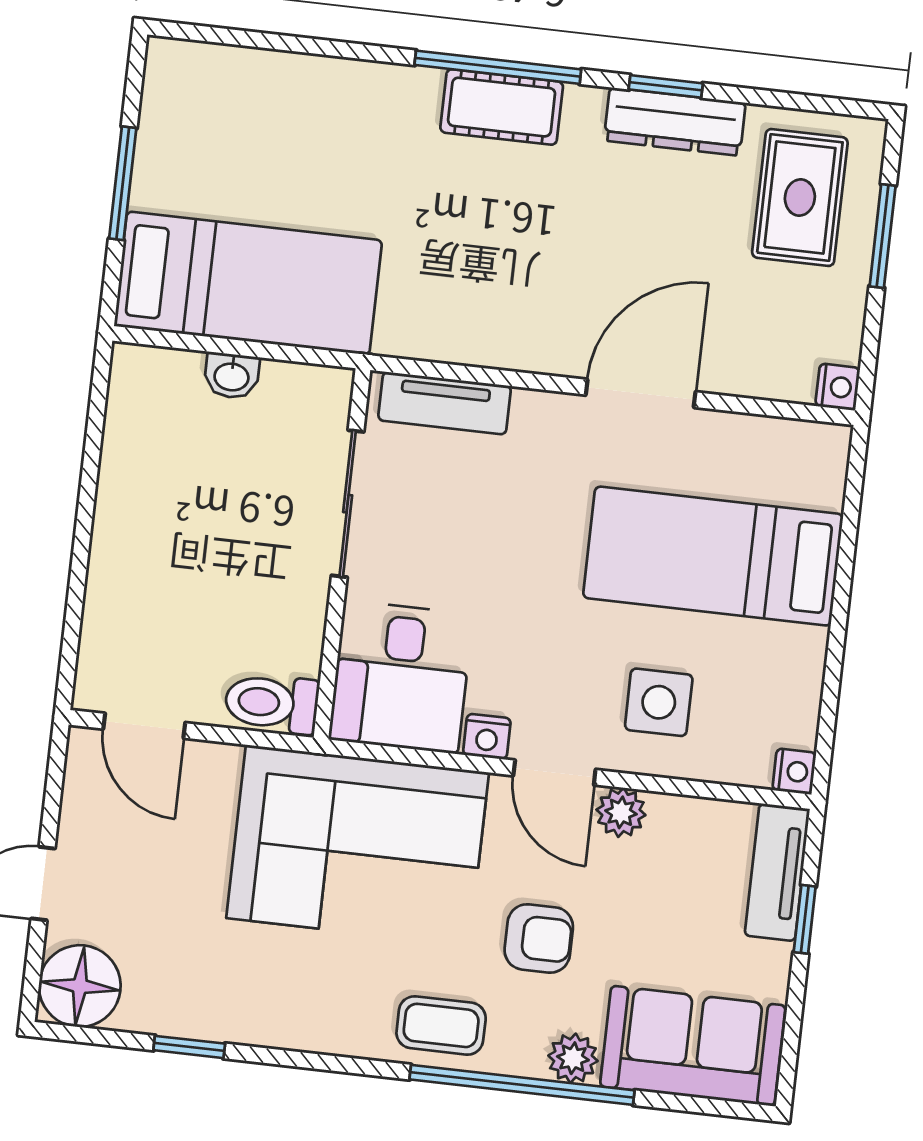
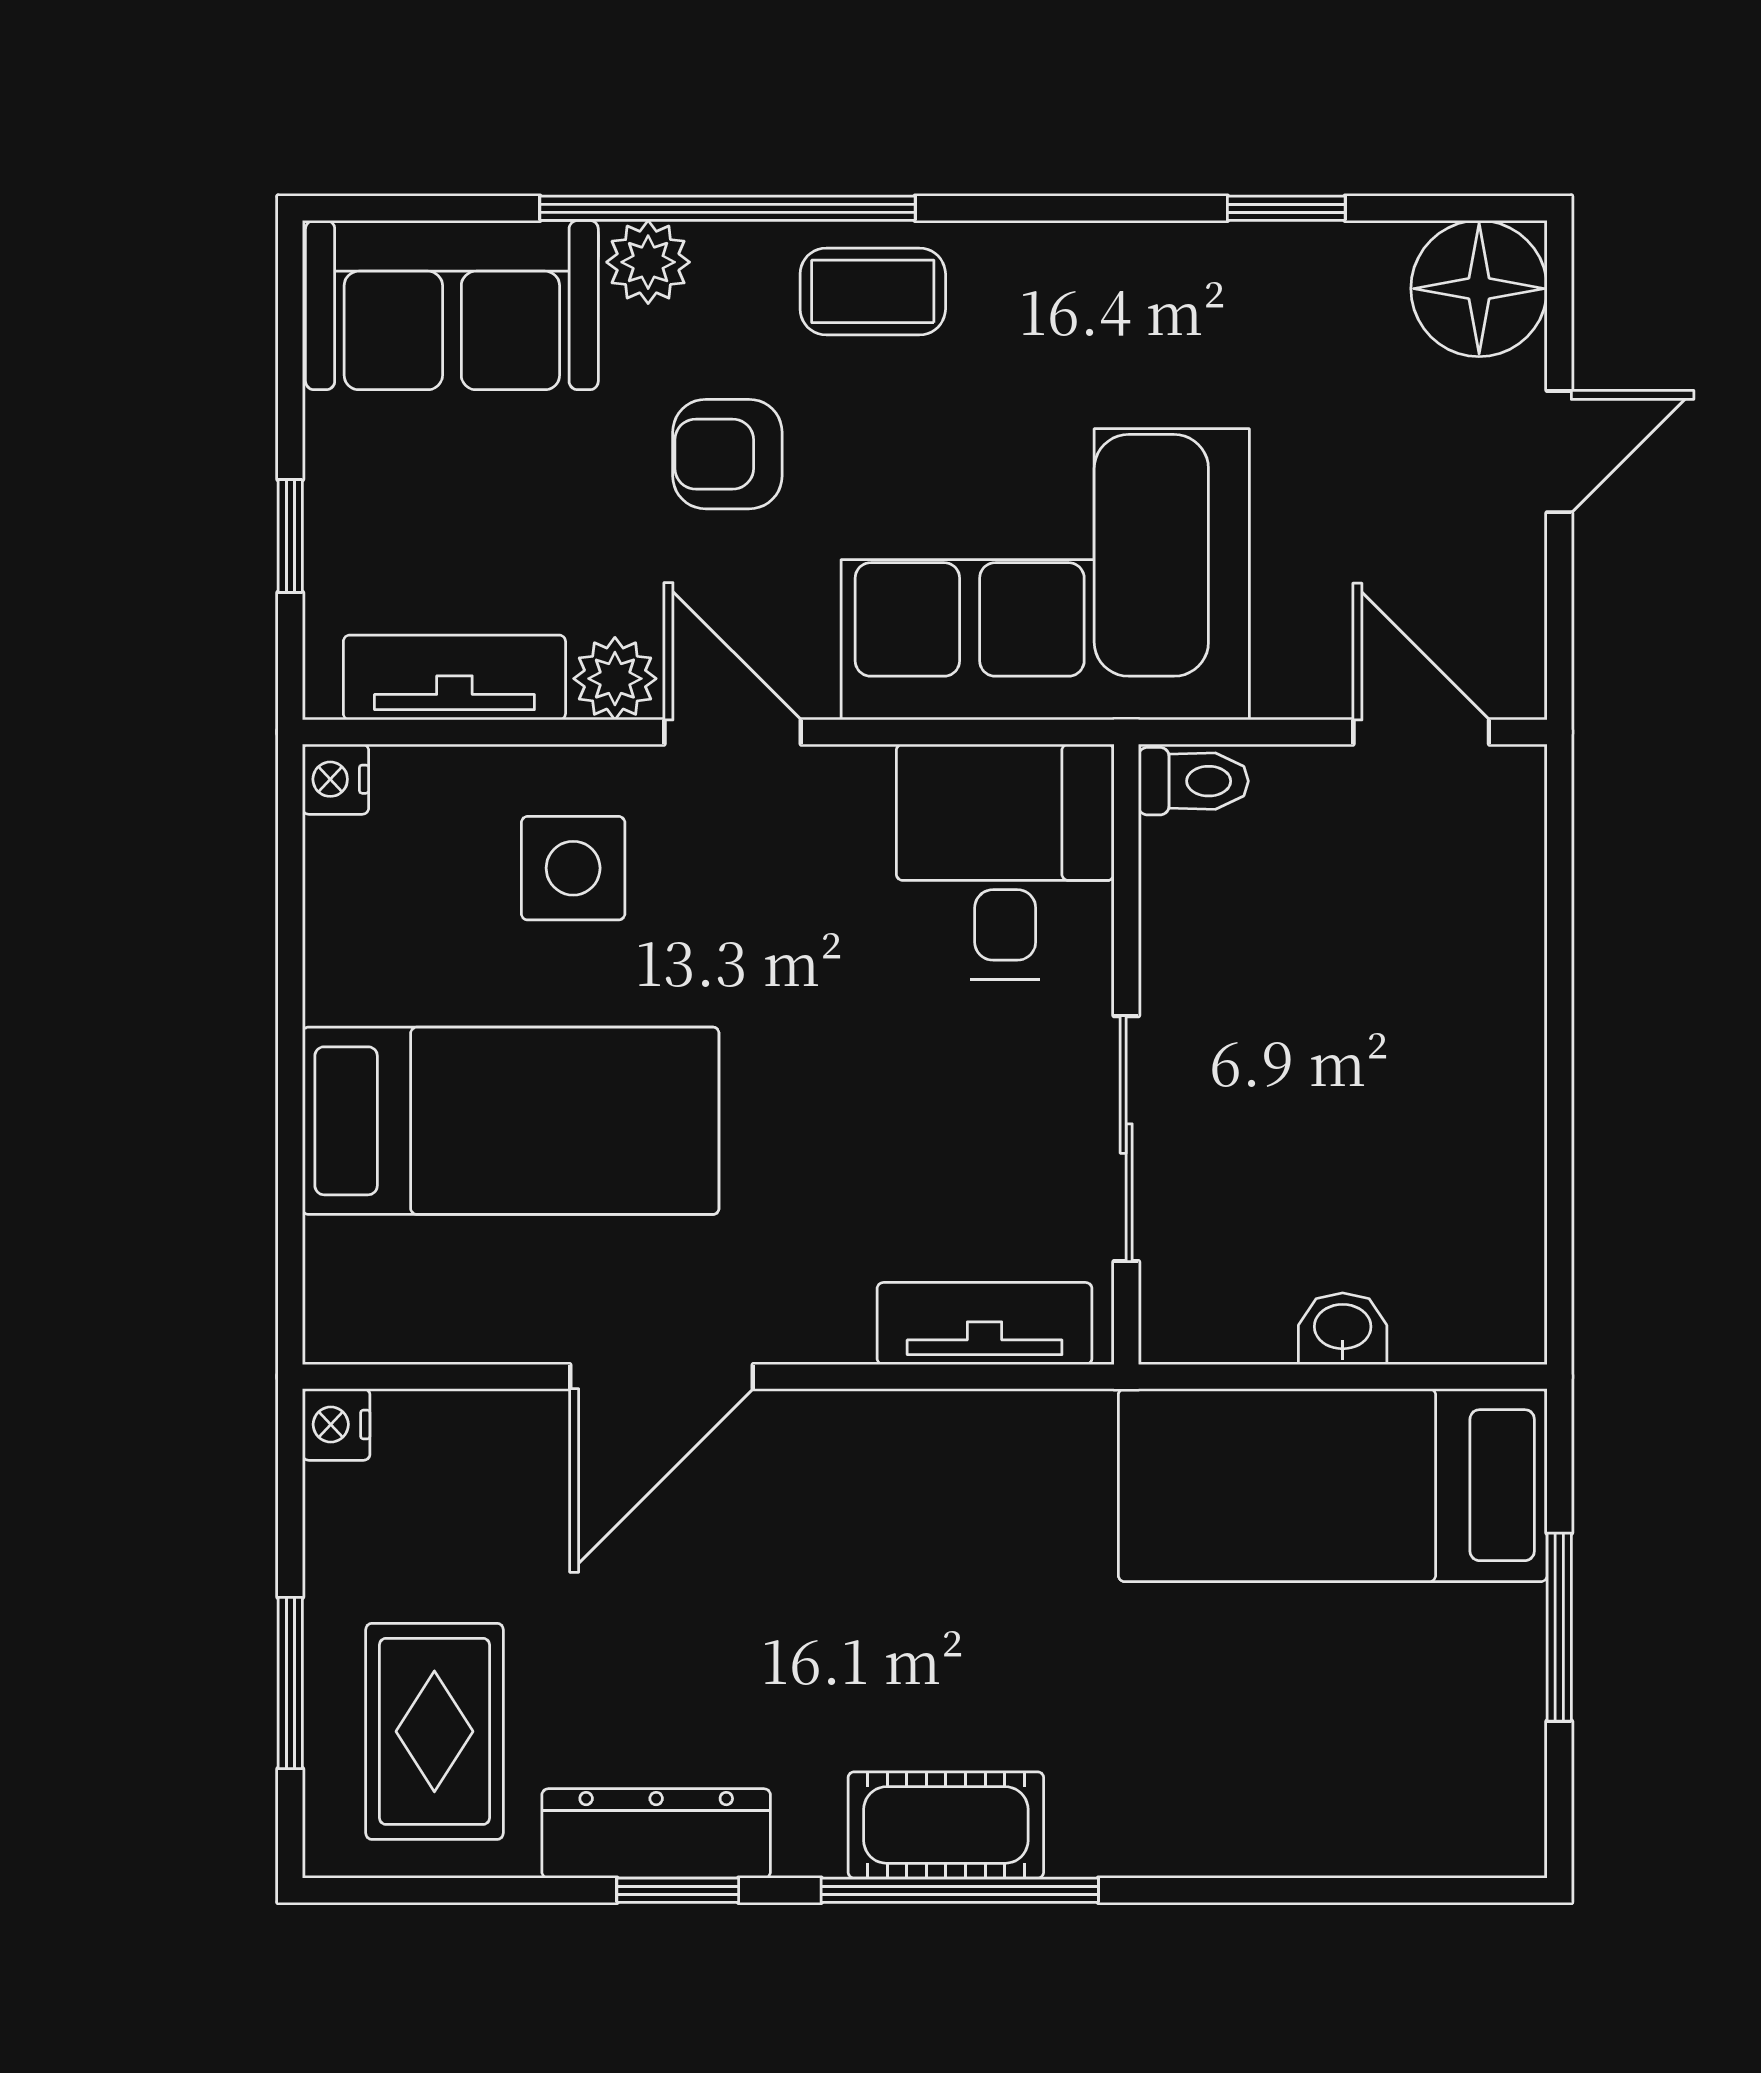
toilet: (272, 703) -> (1193, 781), width x0.73, depth x0.72
nightstand: (487, 737) -> (851, 779), removed
tv unit: (777, 872) -> (454, 678), moved, turned -90

